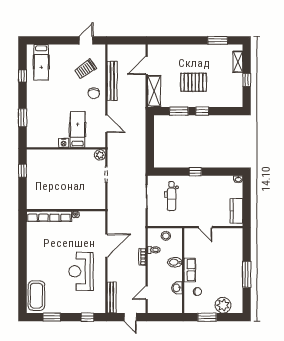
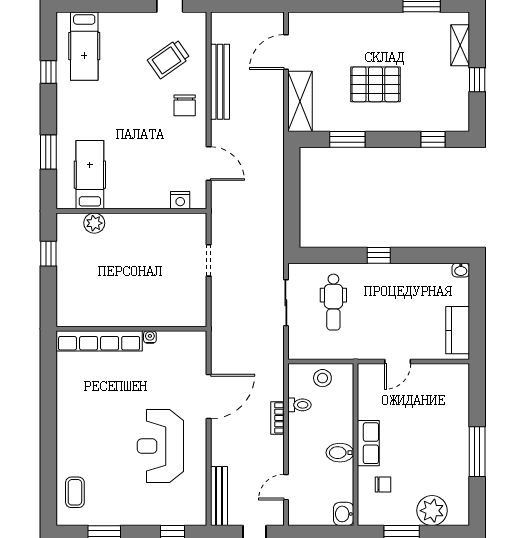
window: (202, 111) -> (433, 139), moved
hospital bed: (78, 129) -> (90, 175), moved
nightstand: (64, 143) -> (180, 200), moved
plant: (100, 155) -> (94, 223), moved
door: (205, 227) -> (398, 362), hinge flipped
bidet: (175, 262) -> (340, 453), moved
washbasin: (177, 288) -> (344, 514), moved
coffee table: (36, 296) -> (75, 492), width x0.54, depth x0.58

